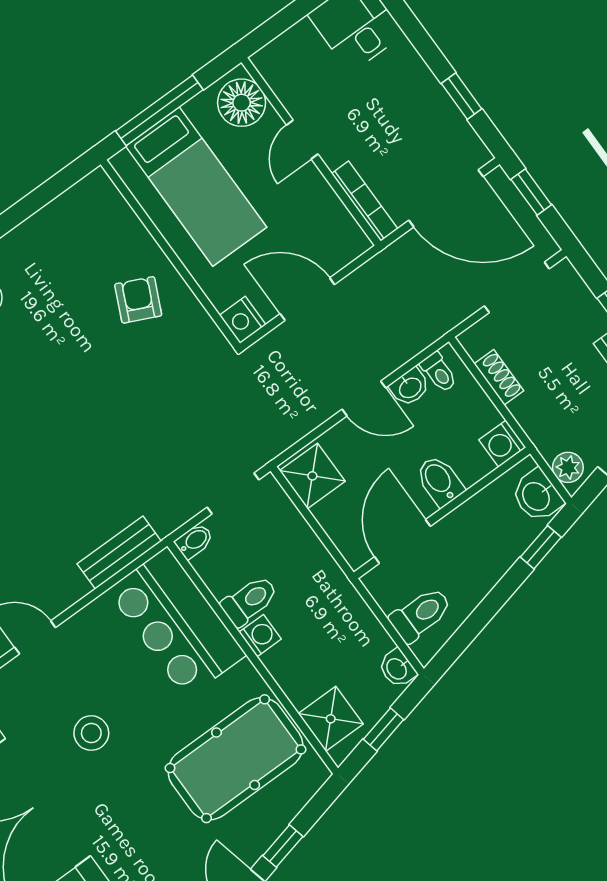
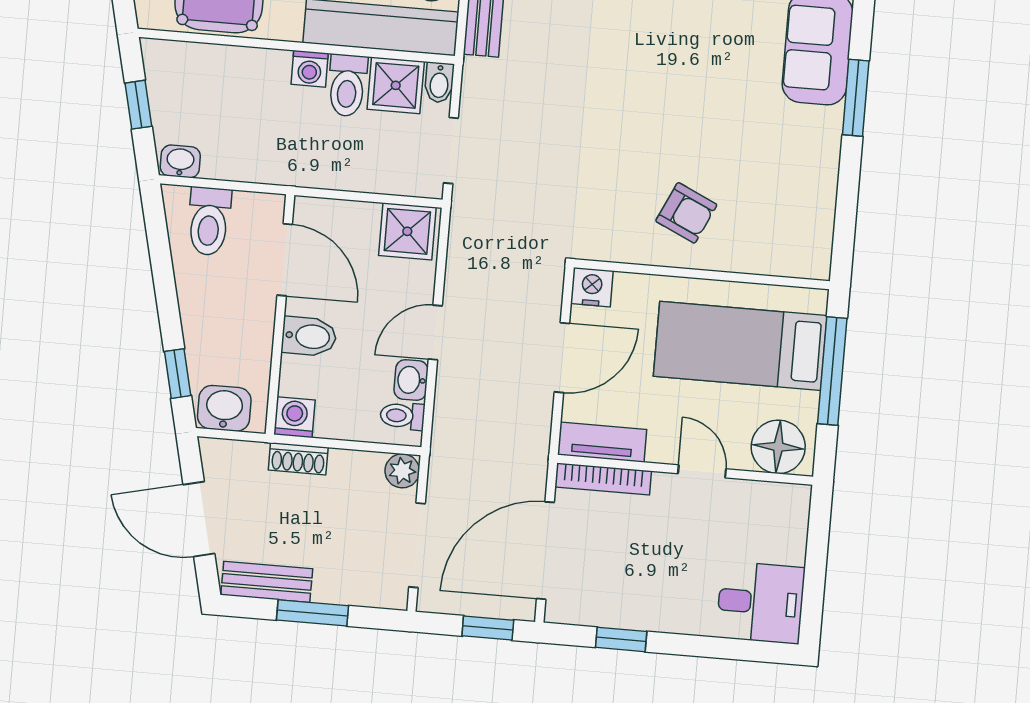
tv unit: (341, 223) -> (602, 442), added
shoe rack: (499, 377) -> (298, 459), moved
plant: (568, 467) -> (402, 471), moved
shower: (331, 719) -> (396, 85), moved

